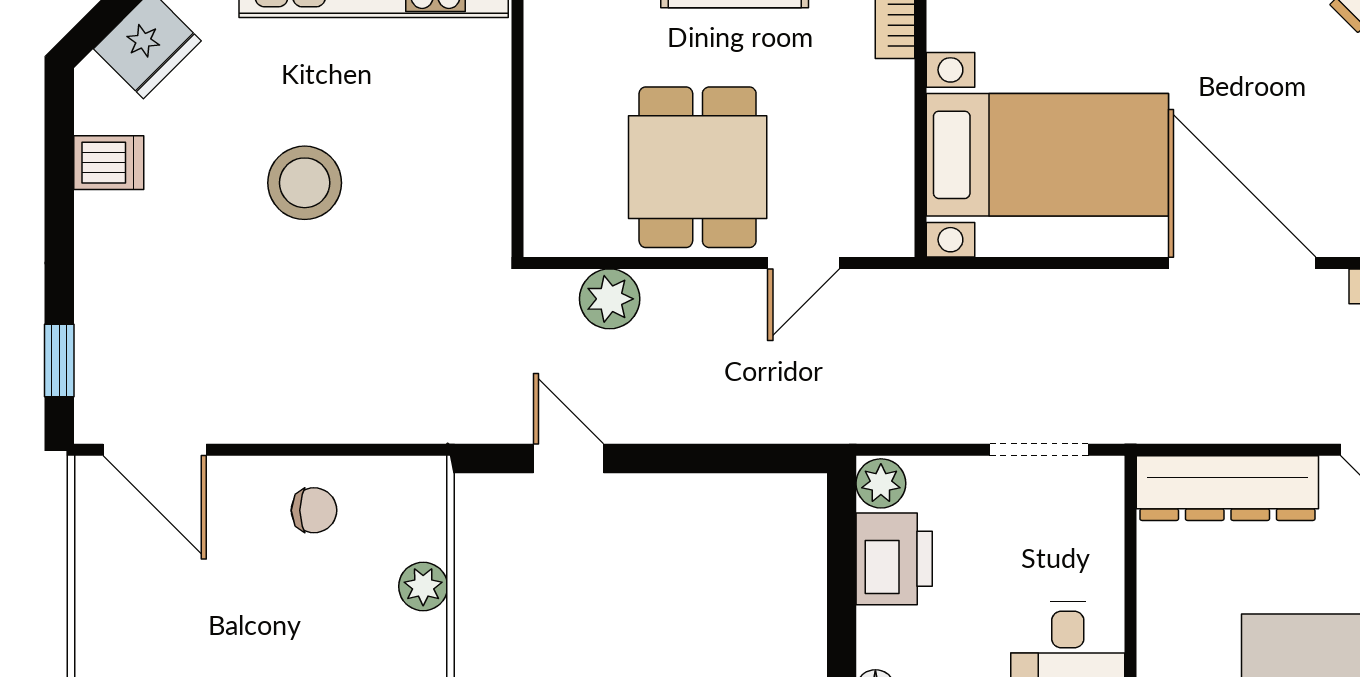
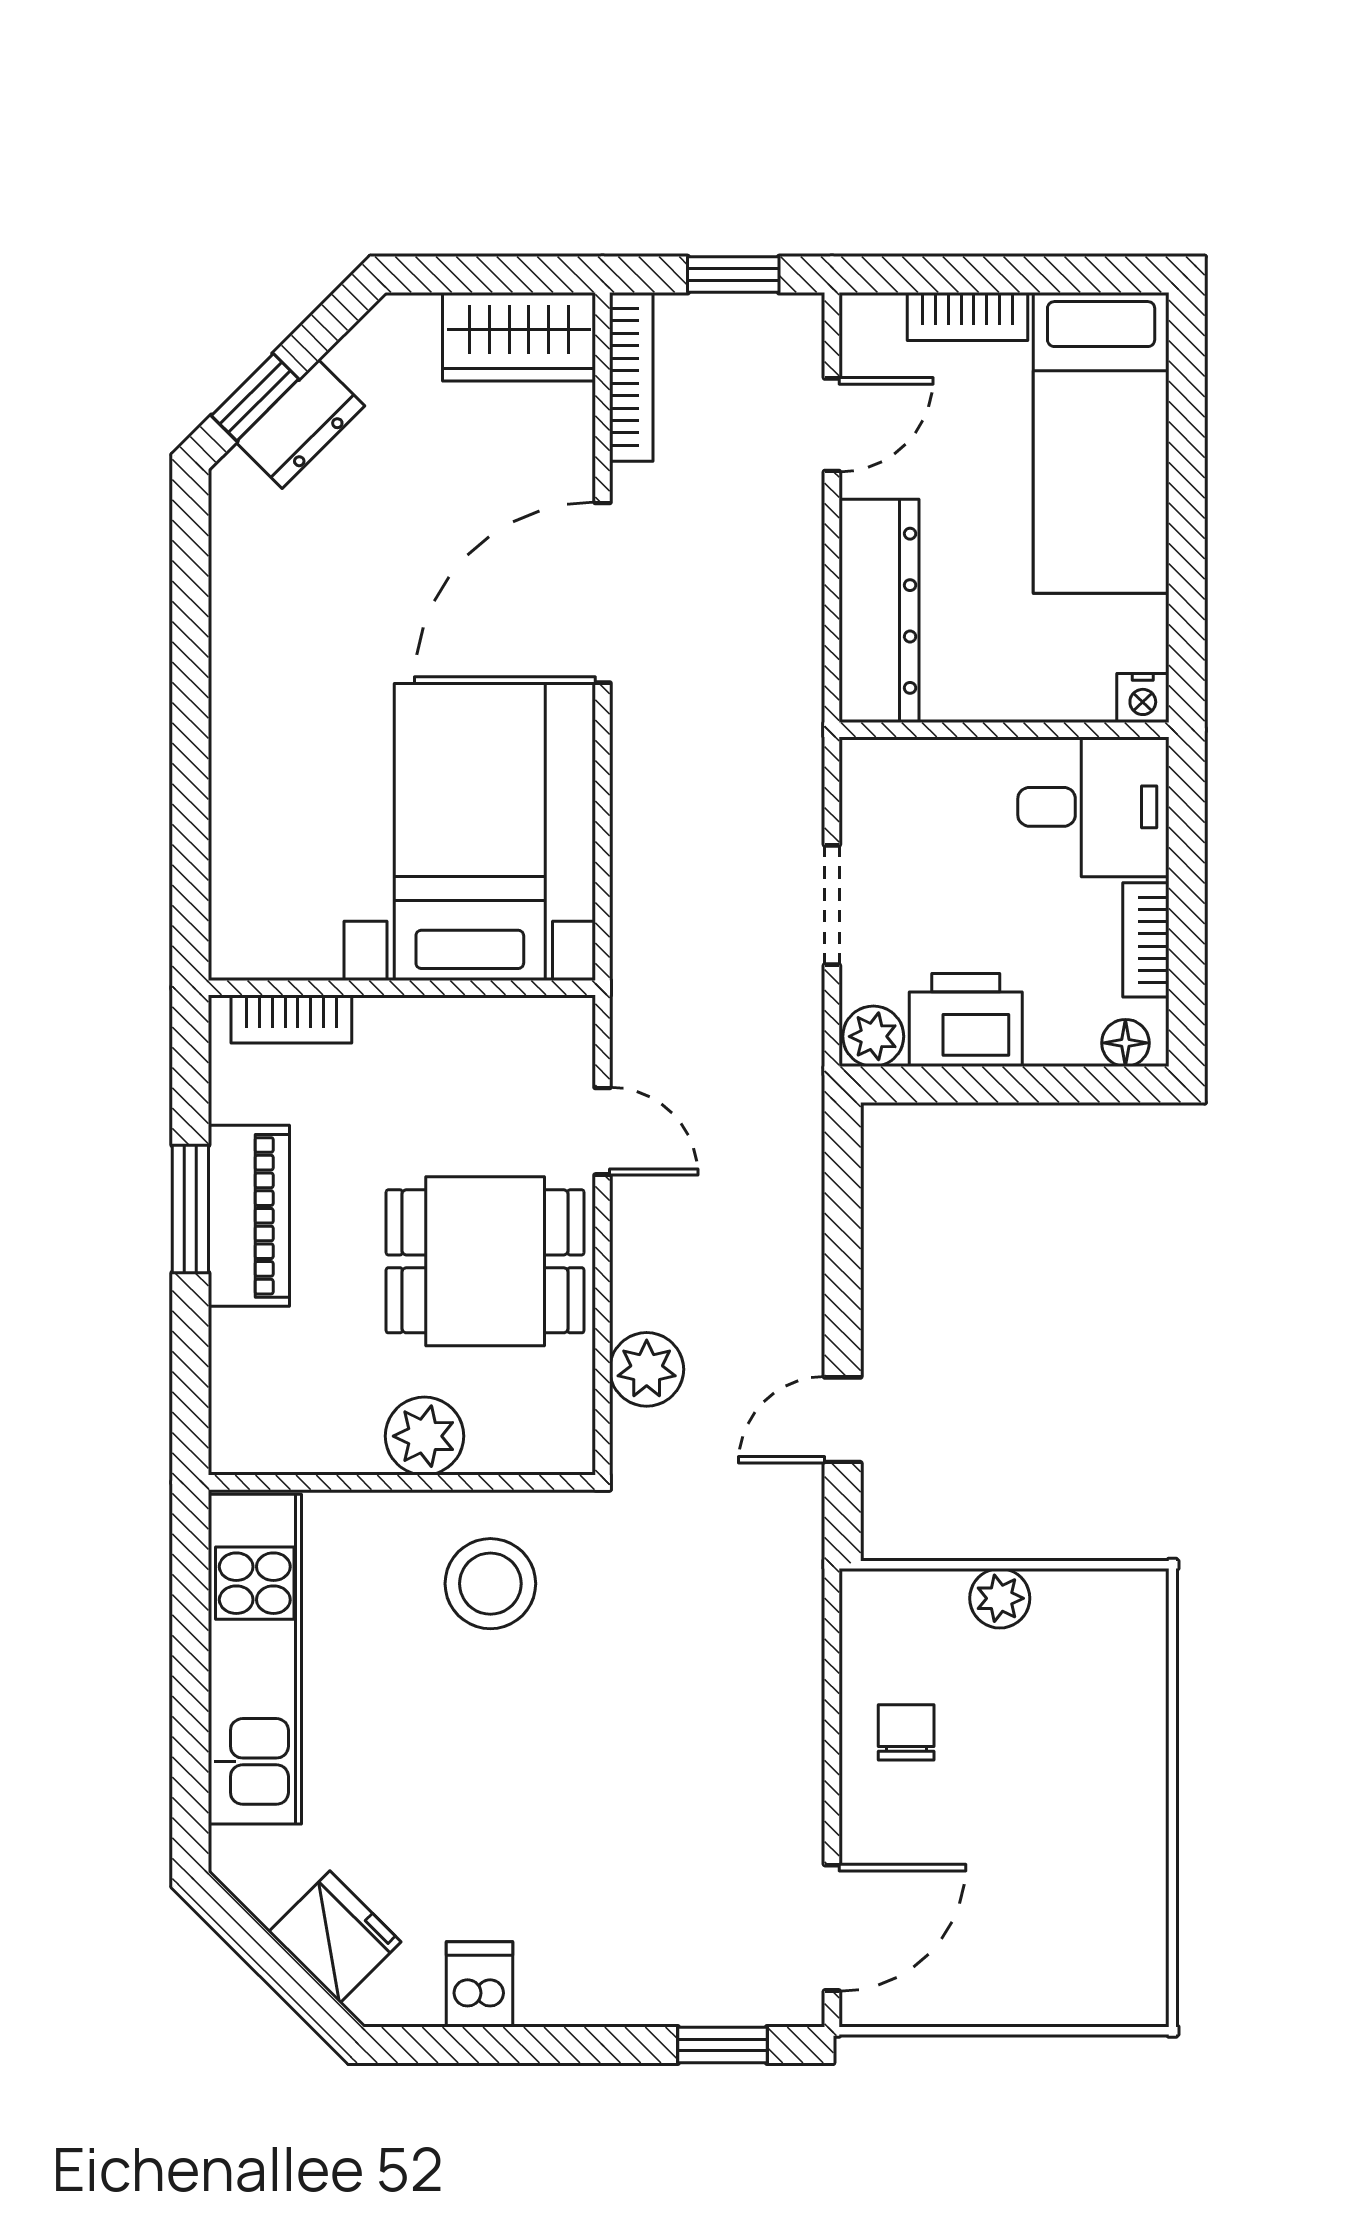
plant: (555, 118) -> (424, 1436), added
stool: (305, 183) -> (490, 1584), moved
doorway: (1039, 450) -> (832, 905), moved

